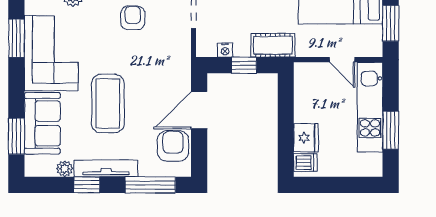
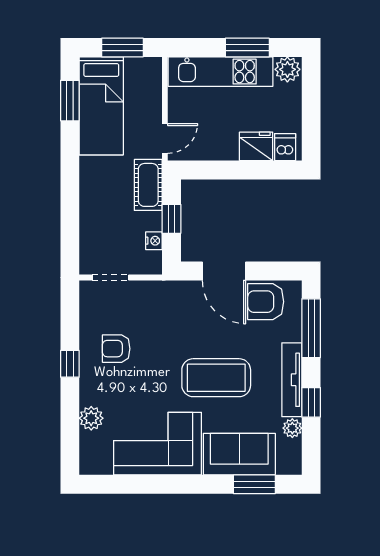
window: (16, 38) -> (140, 484), removed
door: (342, 60) -> (165, 138), moved
plant: (372, 165) -> (287, 69), added

